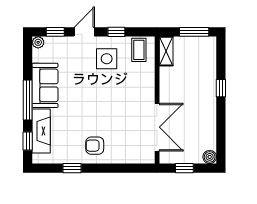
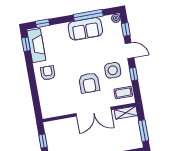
armchair: (118, 93) -> (89, 83), added
window: (28, 100) -> (88, 15), moved
double door: (157, 127) -> (94, 112), moved
fireplace: (41, 131) -> (36, 46), moved, turned -90
window: (72, 168) -> (26, 44), moved

